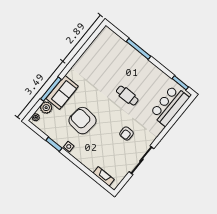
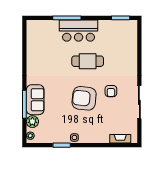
cafe table: (127, 96) -> (88, 61), width x1.37, depth x1.35
bar counter: (169, 106) -> (79, 31), moved, turned -90
armchair: (82, 121) -> (84, 98), moved

